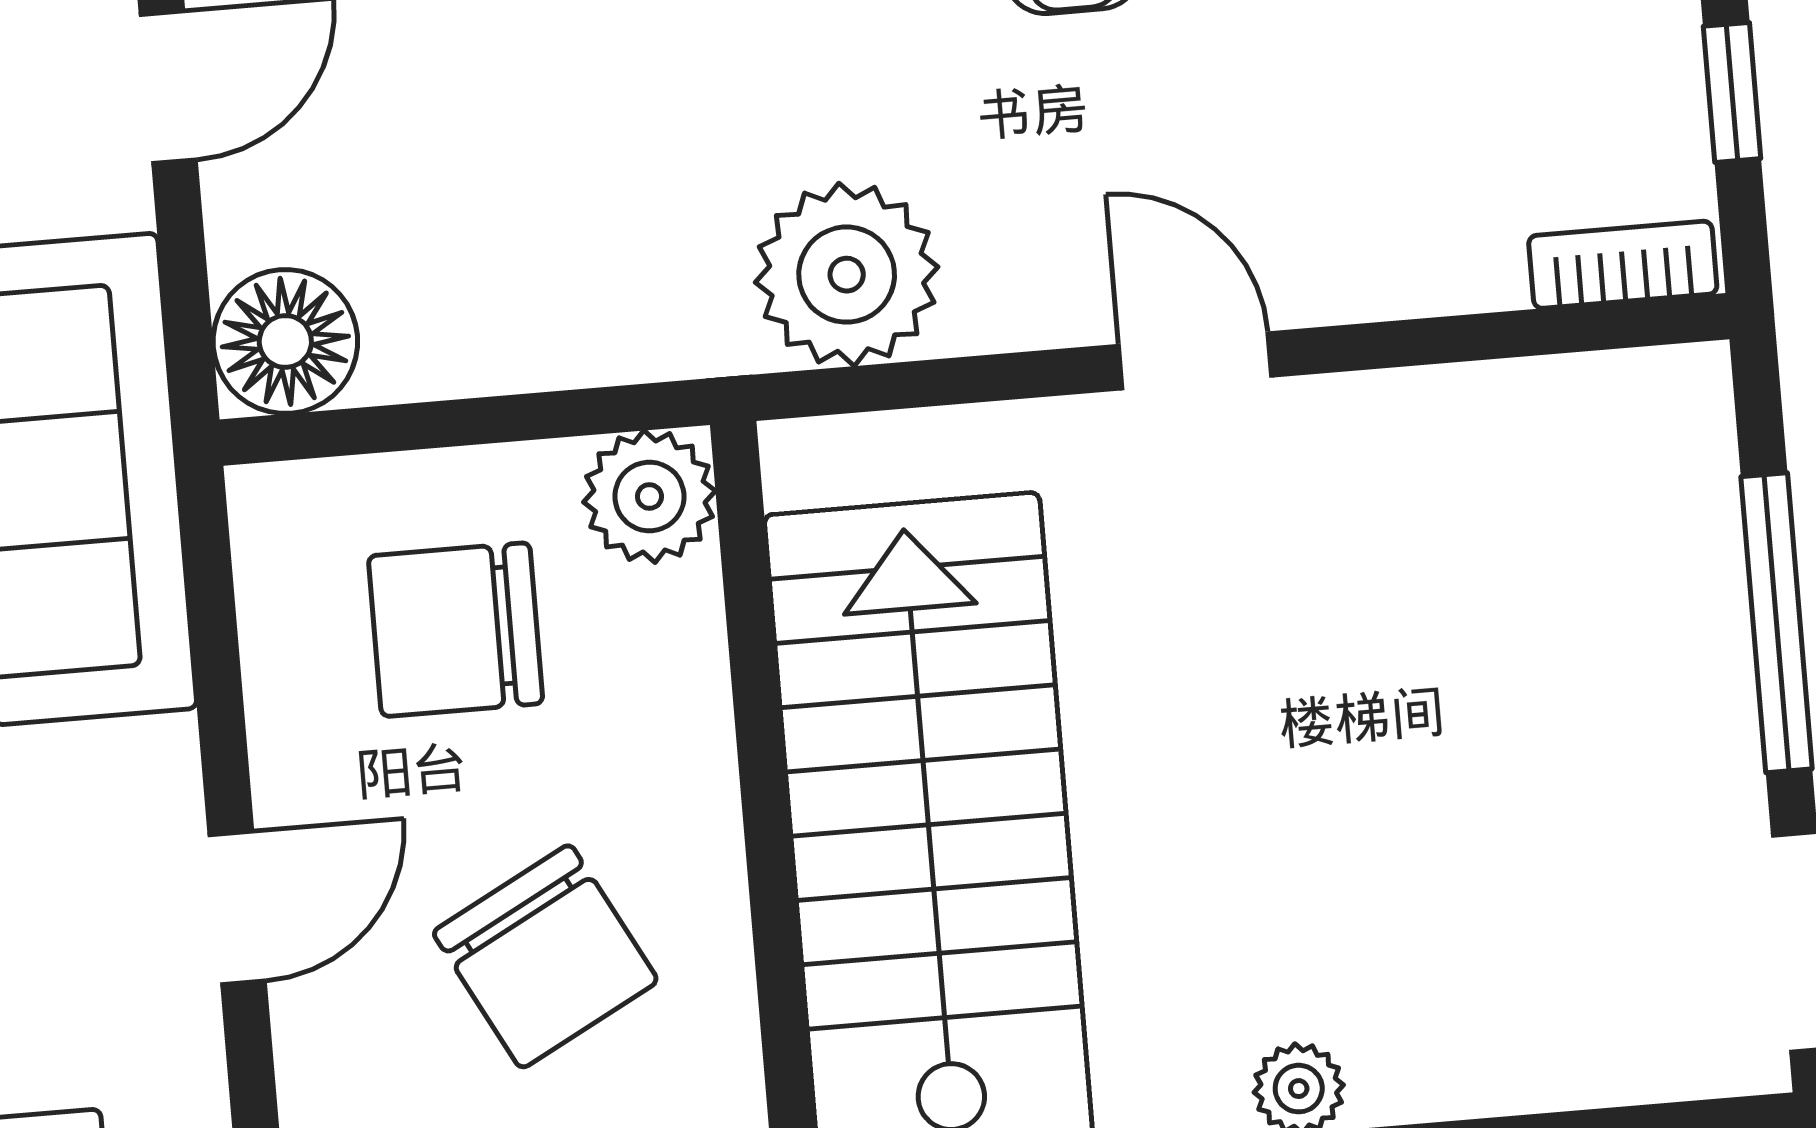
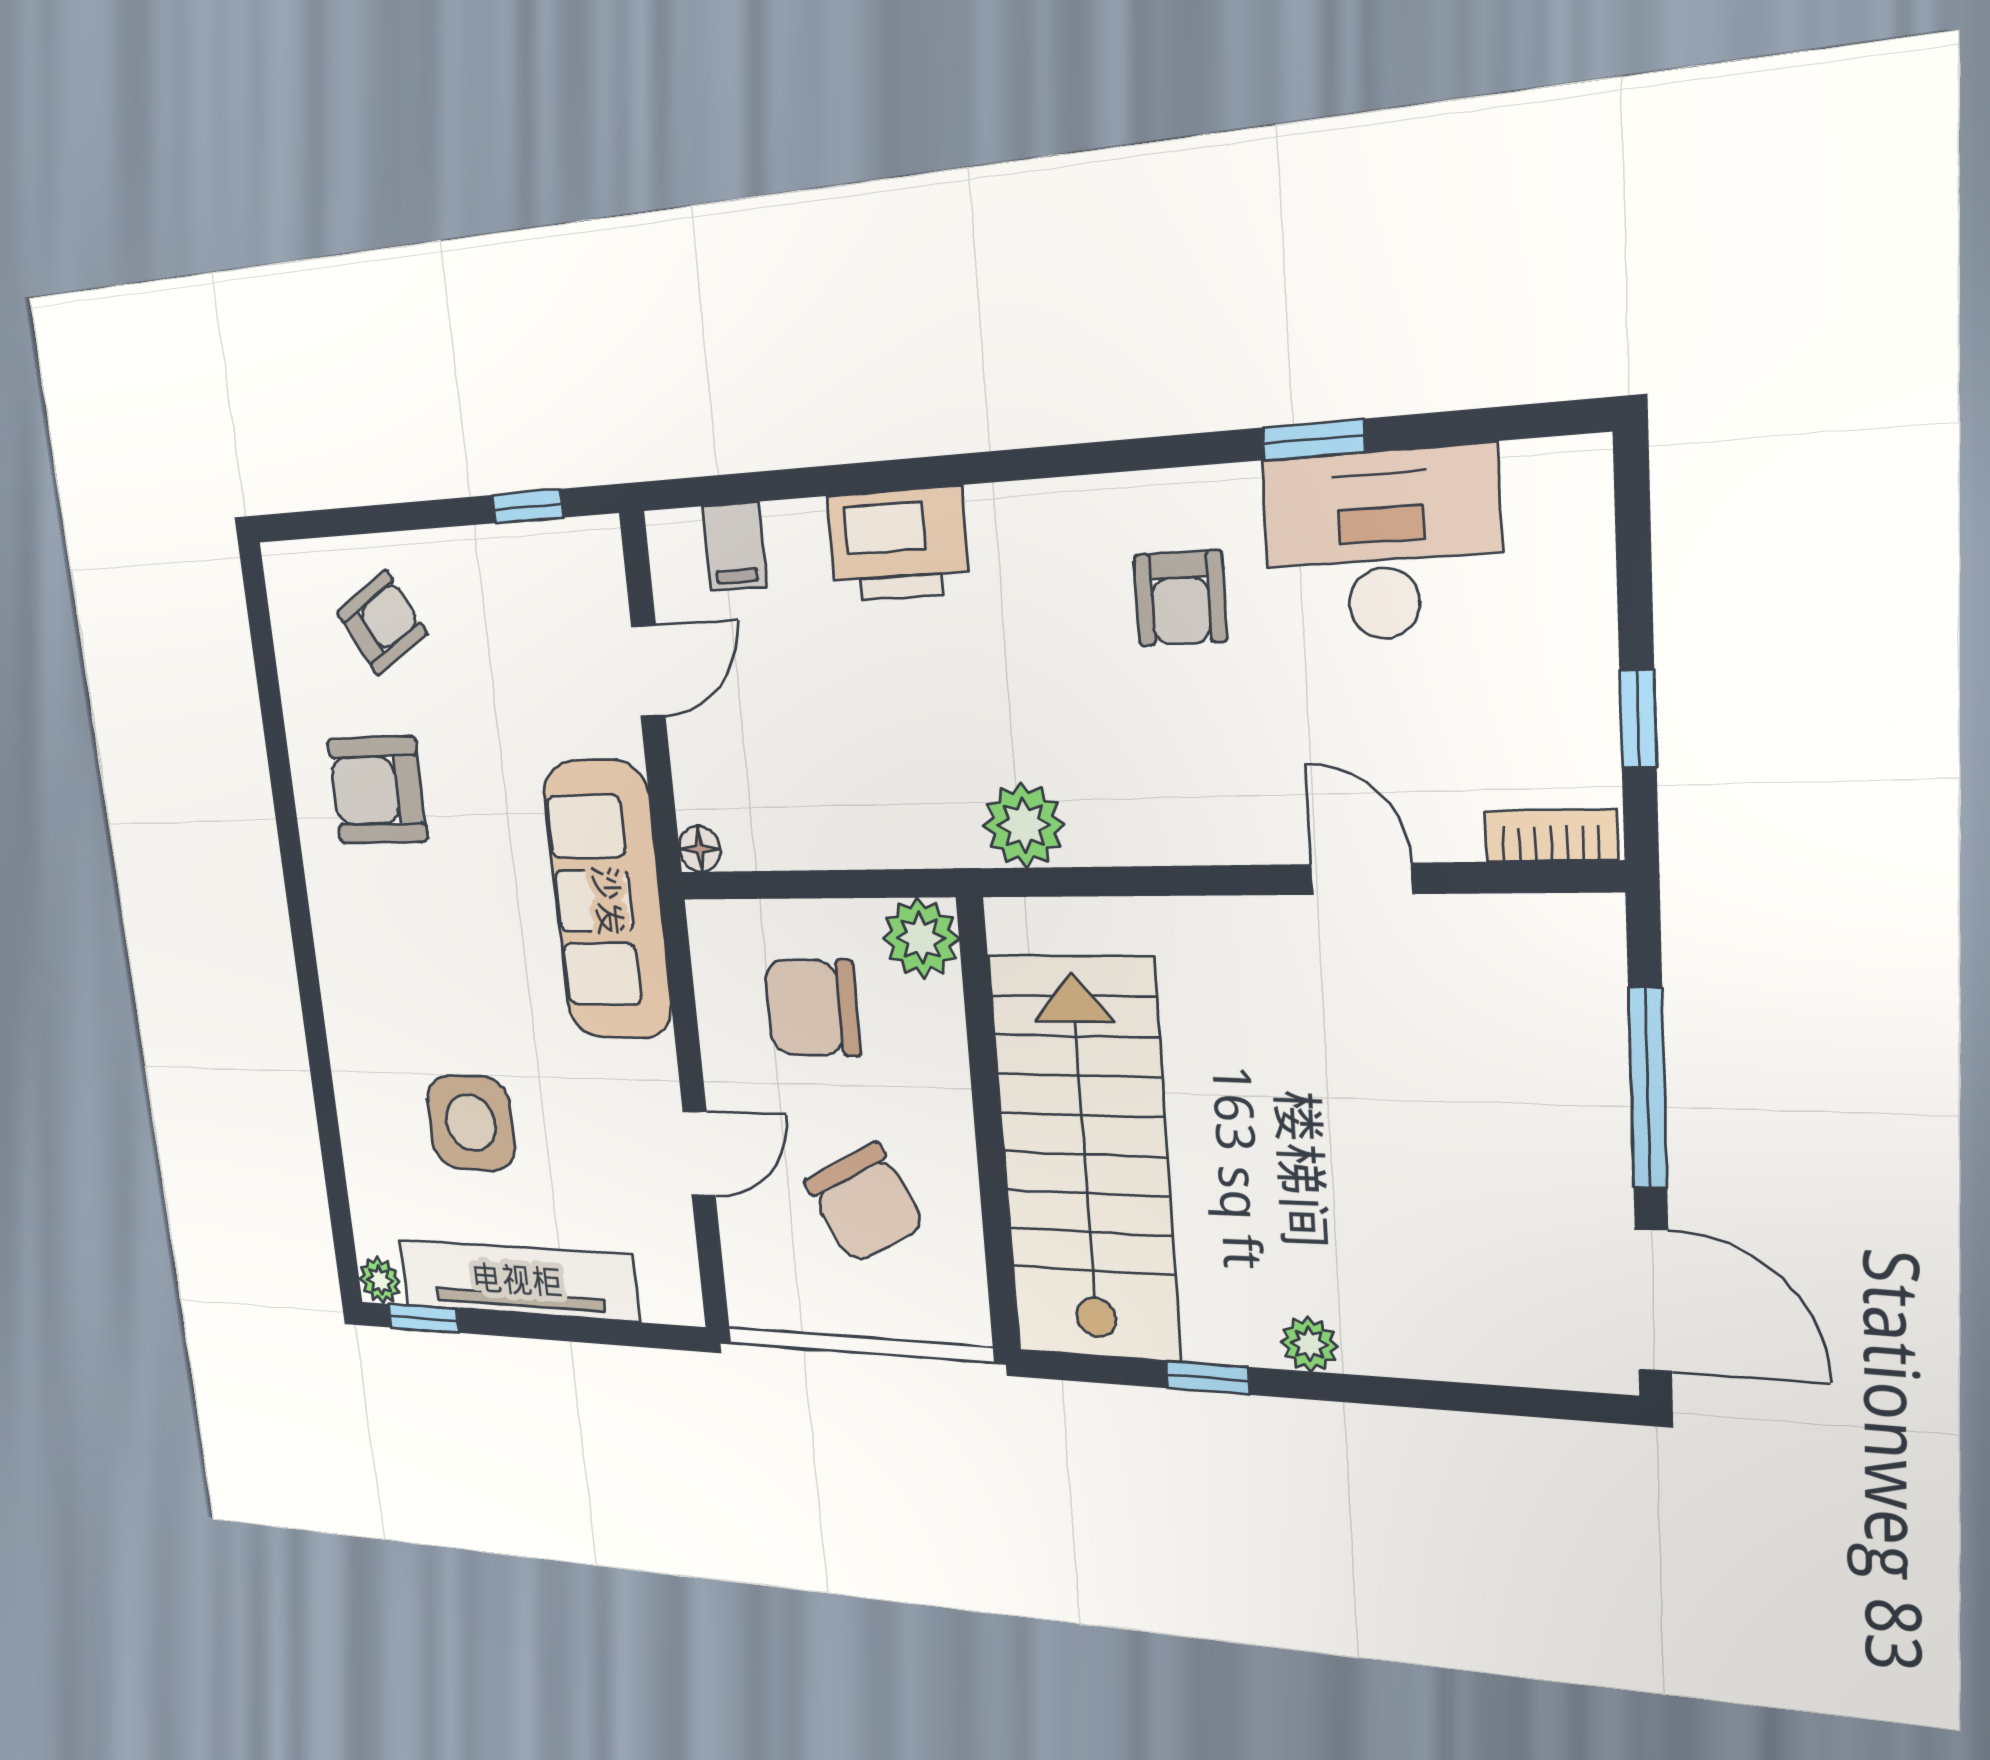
plant: (847, 275) -> (1024, 825), width x0.73, depth x0.73
floor lamp: (285, 341) -> (700, 849), width x0.53, depth x0.53
door: (1195, 361) -> (1362, 879), moved

